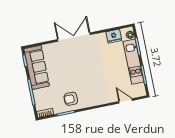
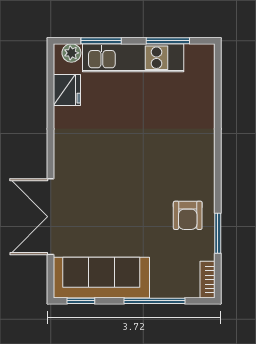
double door: (74, 37) -> (51, 217), moved
door: (126, 101) -> (218, 94), removed

